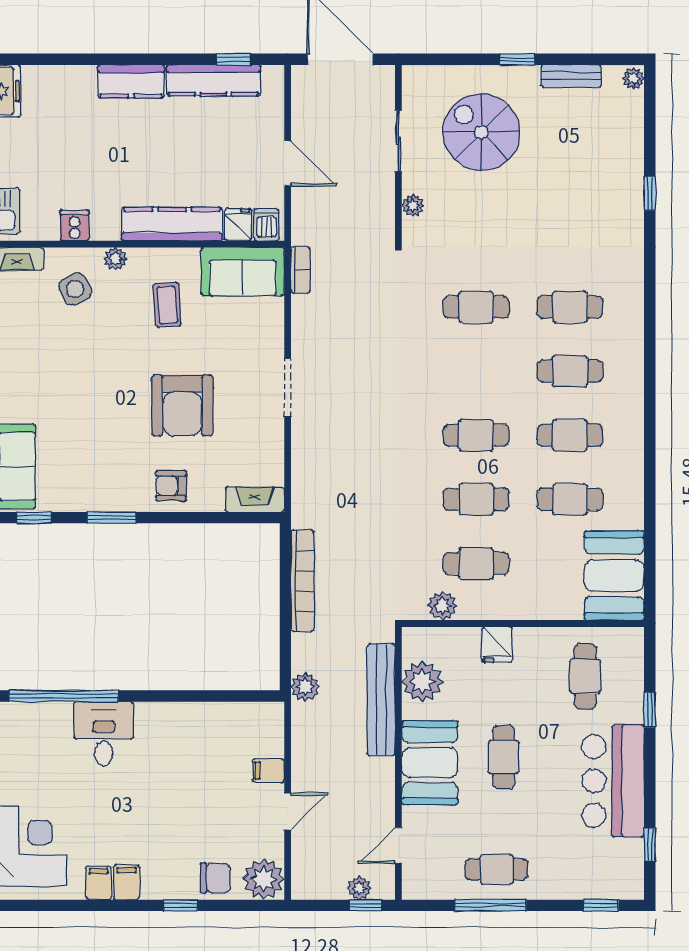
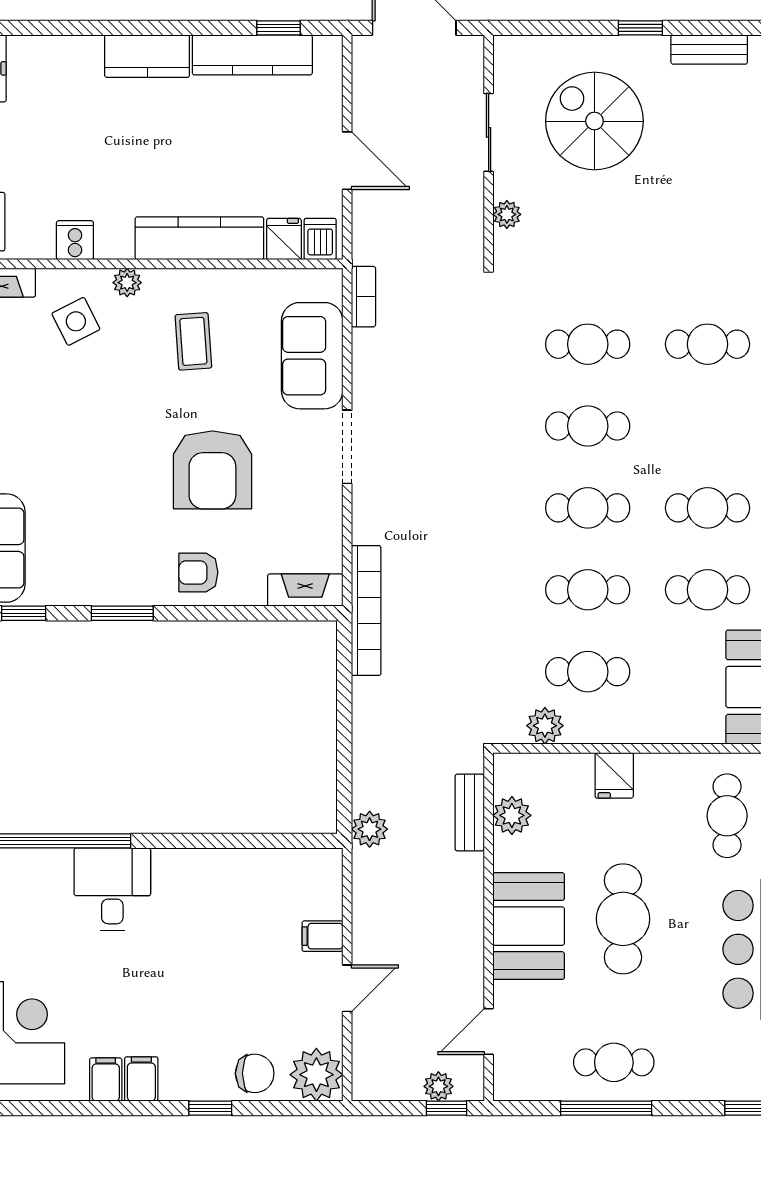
sofa: (243, 272) -> (312, 356), moved, turned 90
cafe table: (570, 371) -> (588, 426), moved
bookcase: (303, 581) -> (366, 611), moved
plant: (422, 682) -> (512, 815), width x0.73, depth x0.73
bench: (381, 700) -> (470, 812), width x0.54, depth x0.82
cafe table: (504, 757) -> (623, 919), width x1.37, depth x1.35

